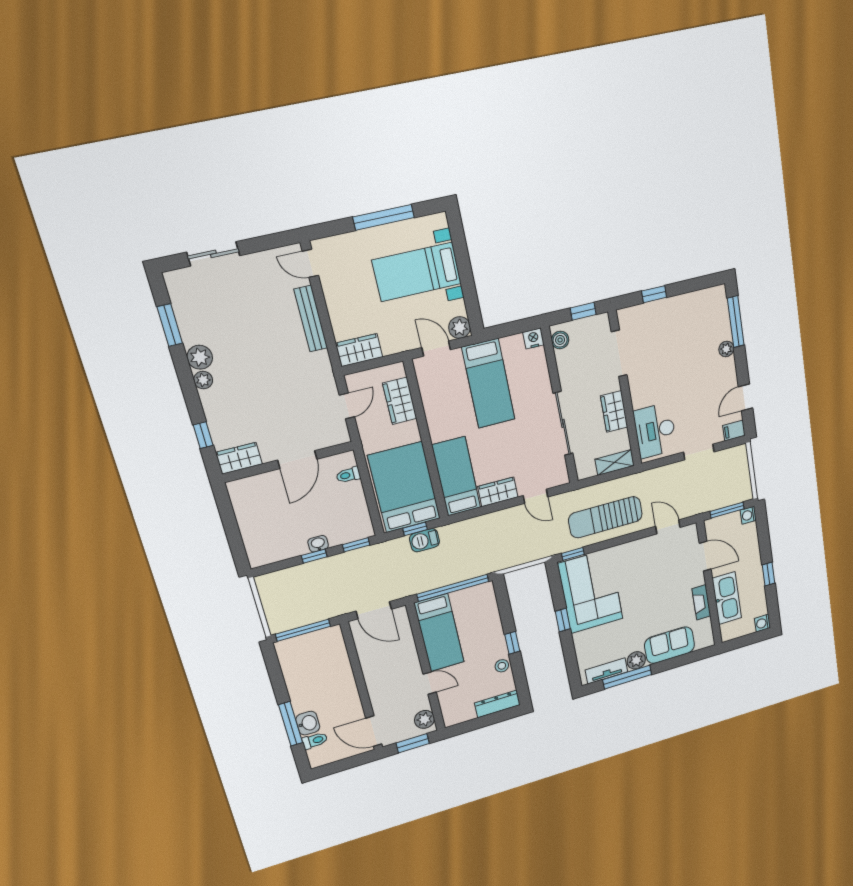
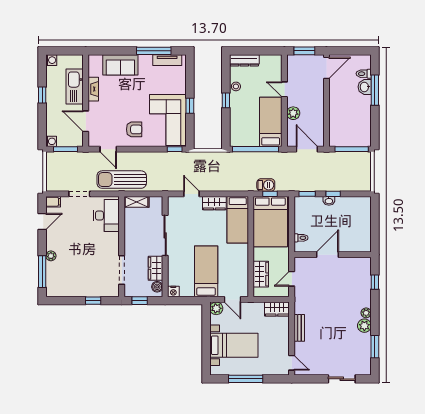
bench: (311, 319) -> (299, 328), width x0.73
wardrobe: (614, 411) -> (156, 268), moved, turned 180
wardrobe: (239, 458) -> (359, 264), removed
sun lounger: (606, 517) -> (122, 180), moved, turned 180
armchair: (636, 565) -> (134, 129), added
plant: (636, 660) -> (145, 61), removed
plant: (424, 719) -> (293, 113), moved
door: (374, 731) -> (326, 68), hinge flipped

